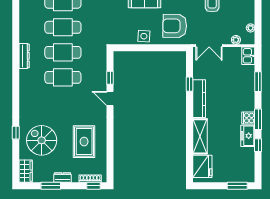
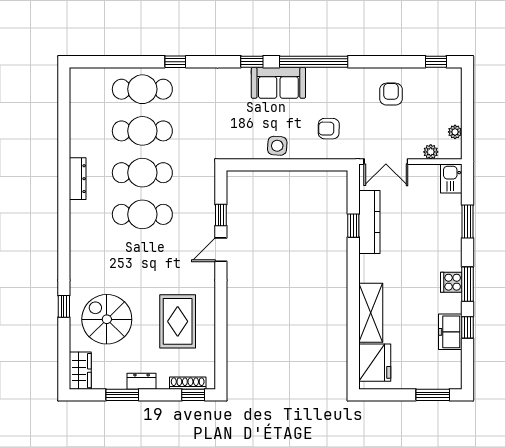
armchair: (175, 26) -> (329, 129), width x0.53, depth x0.53
door: (110, 99) -> (221, 250), hinge flipped
kitchen counter: (199, 99) -> (369, 222), moved
freezer: (248, 136) -> (450, 332), moved

